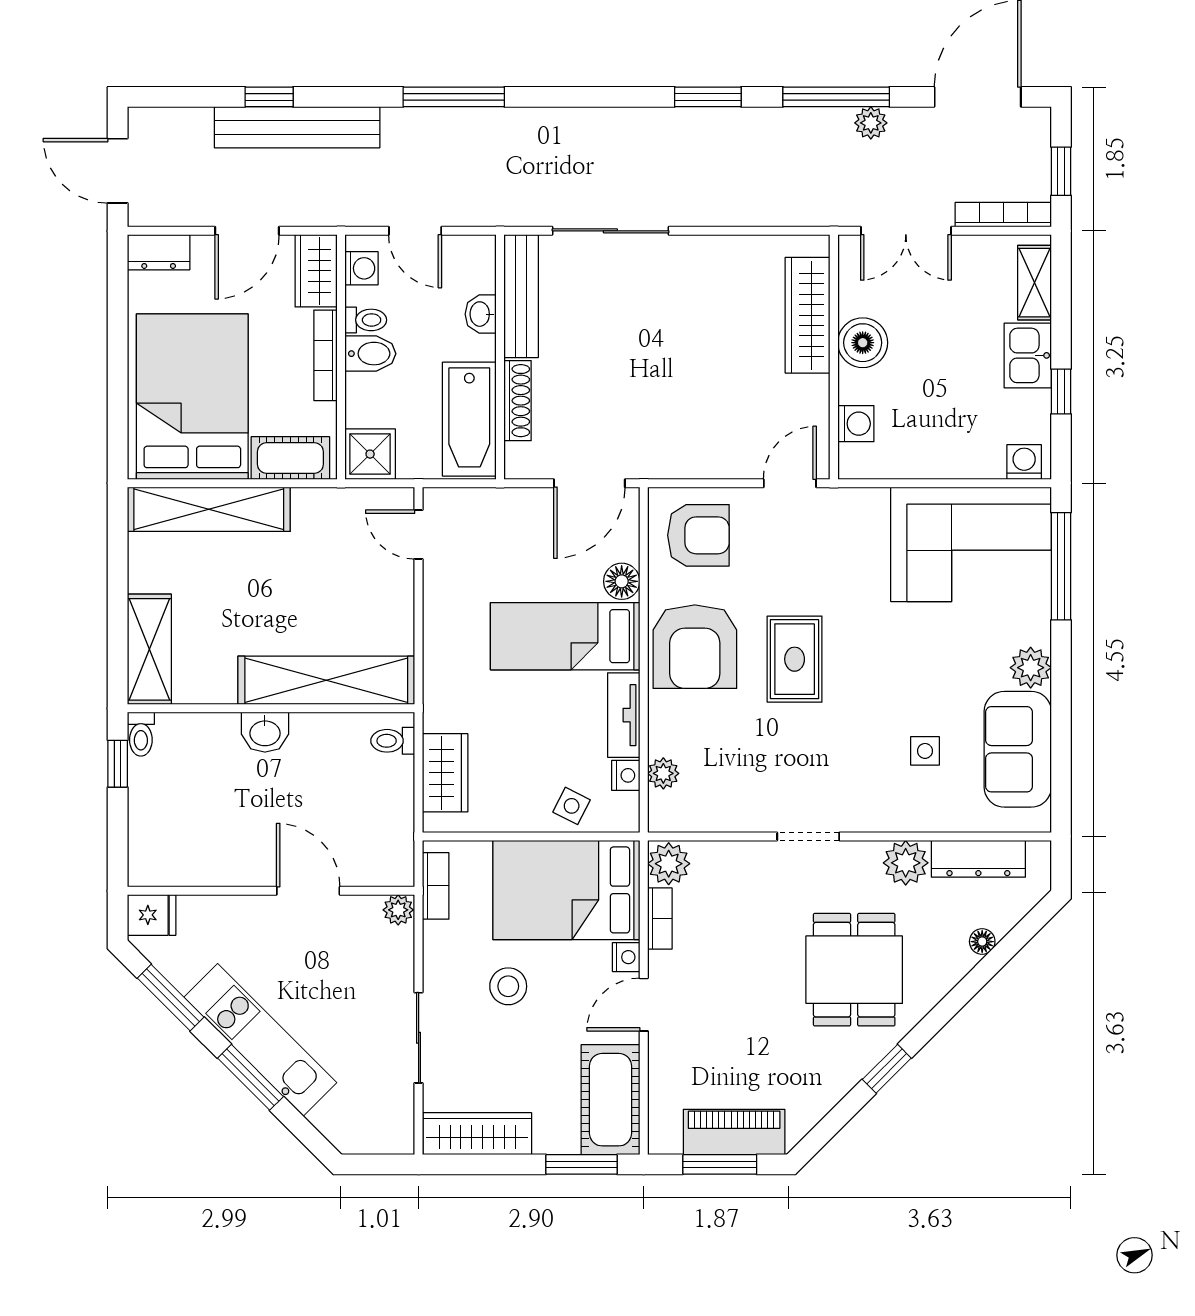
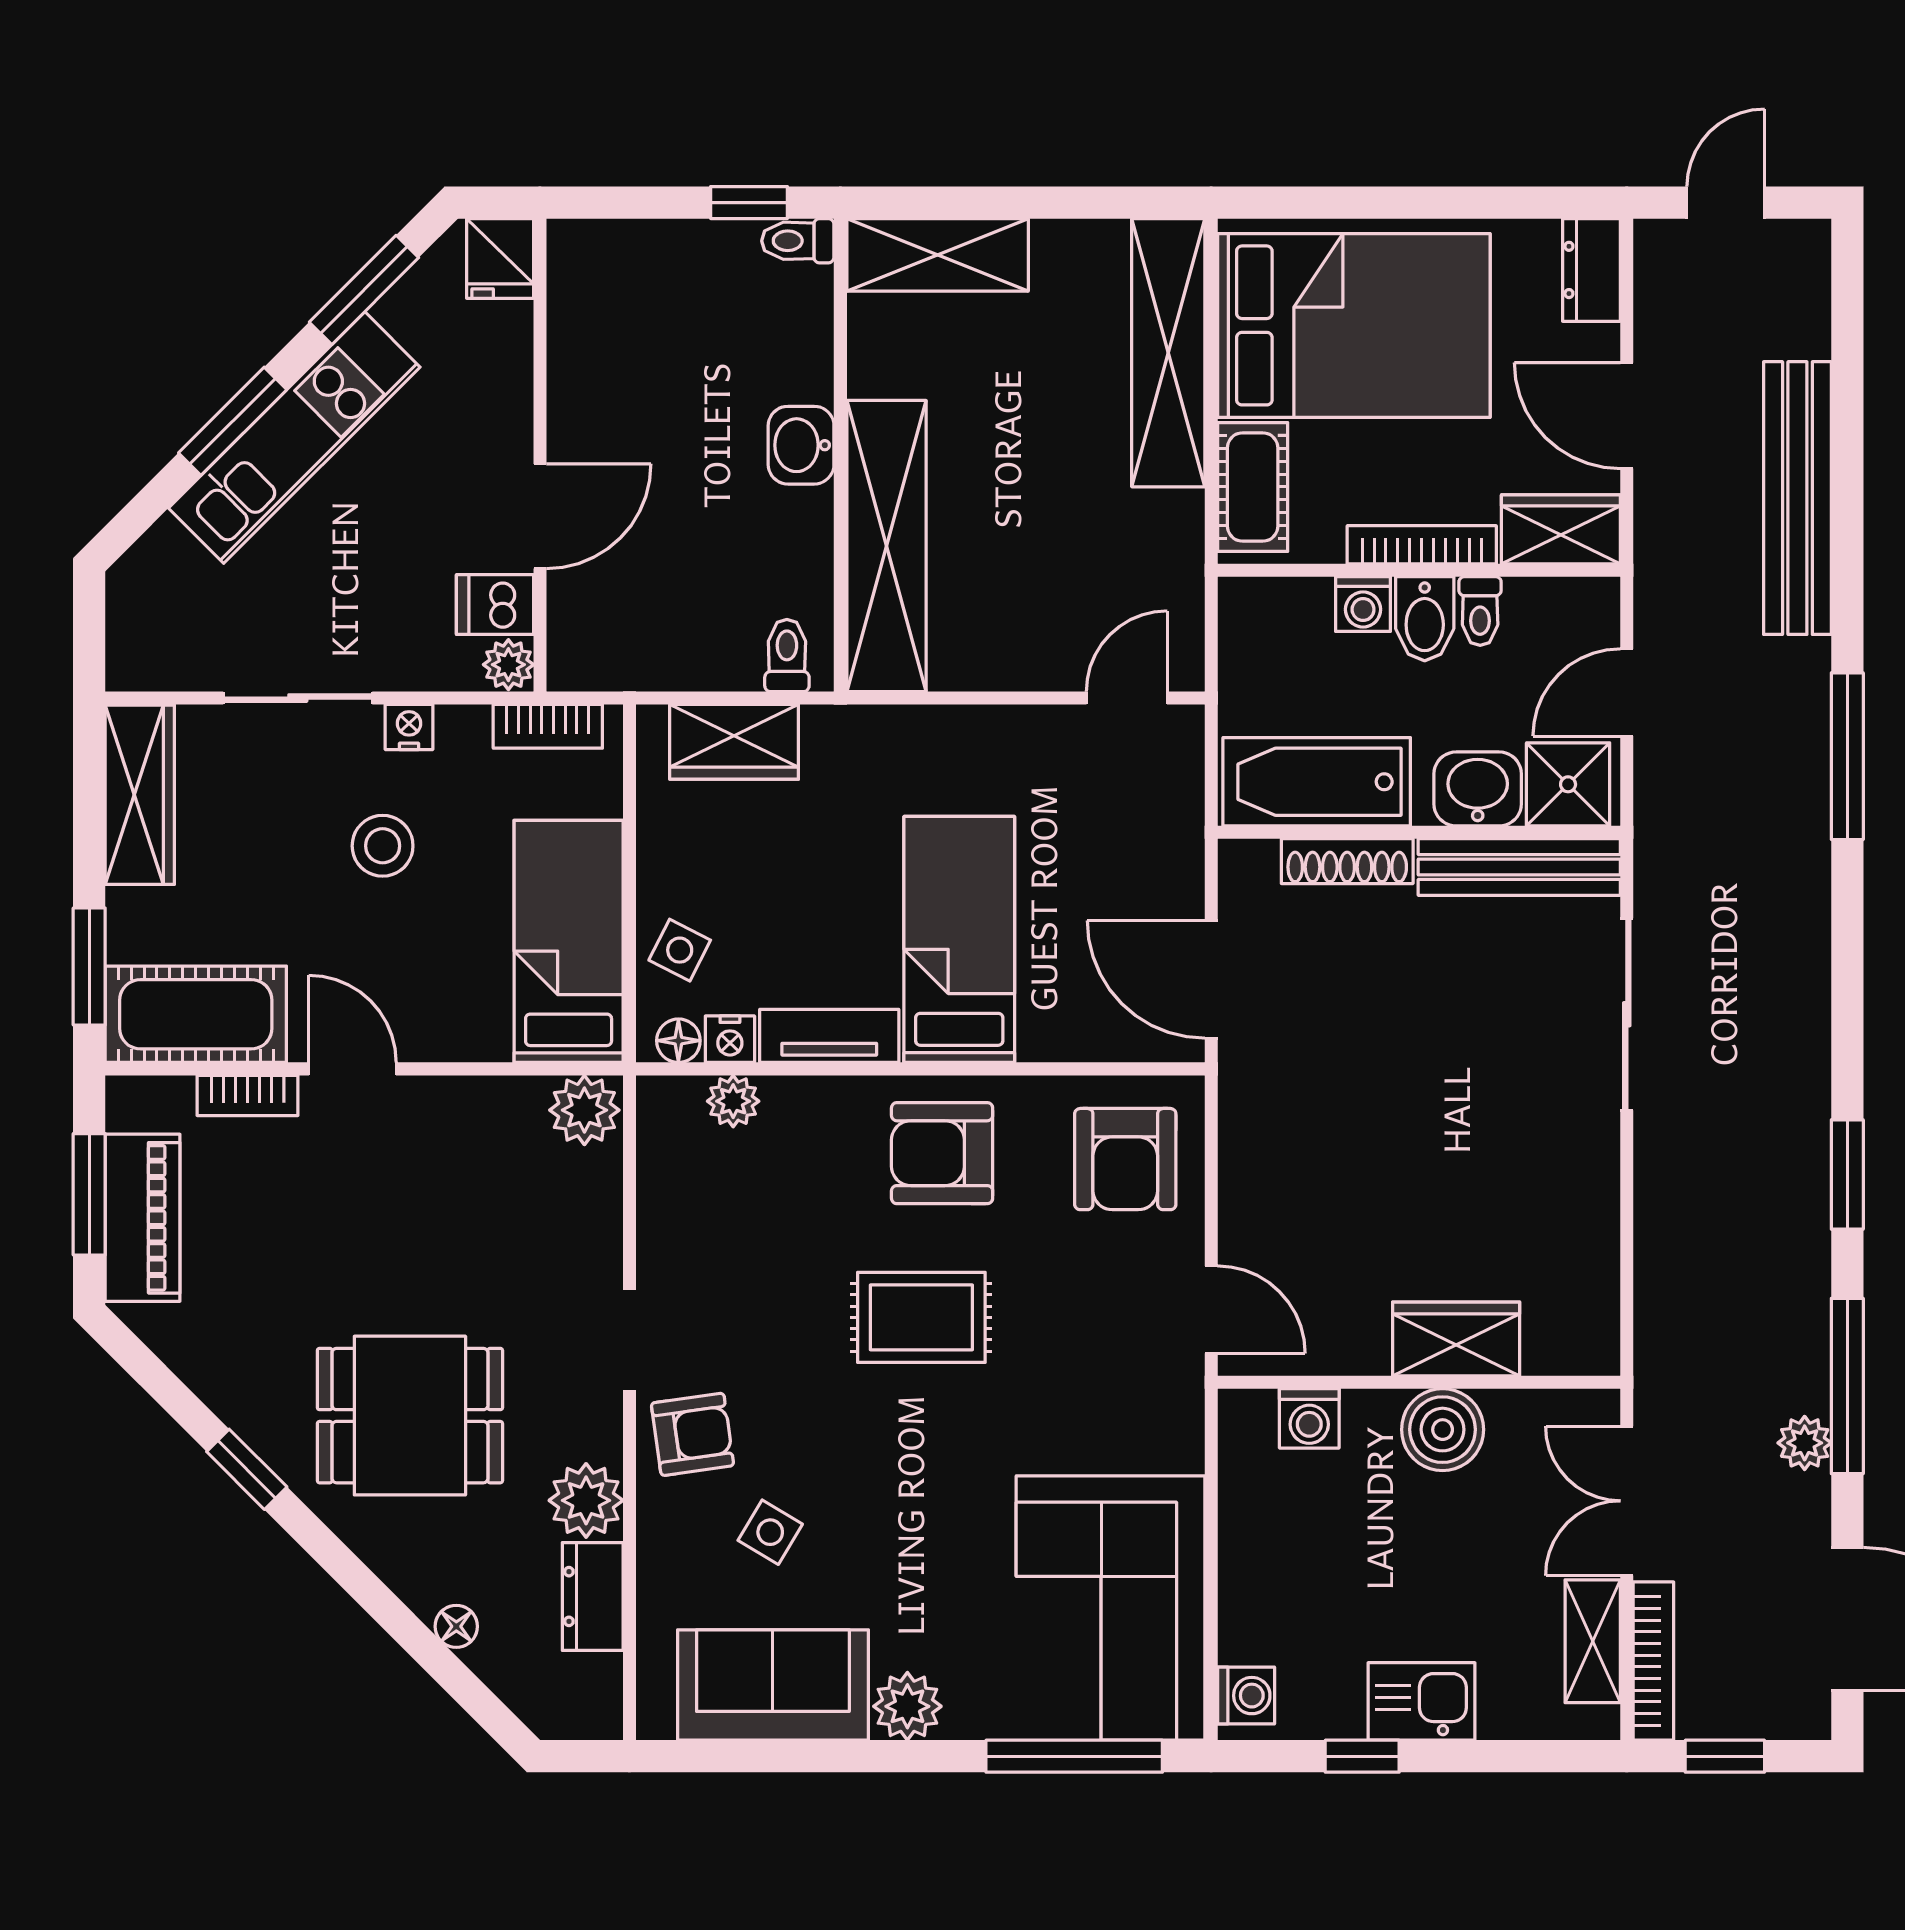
window: (269, 97) -> (1847, 452), removed
door: (118, 171) -> (1726, 203), width x0.73
washing machine: (361, 268) -> (1363, 604), moved
shelving: (1034, 283) -> (1593, 1641), moved, turned 90
washbasin: (481, 314) -> (1478, 789), width x1.38, depth x1.45
wardrobe: (808, 315) -> (1456, 1339), width x0.67
shower: (370, 454) -> (1568, 784), moved
floor lamp: (622, 581) -> (678, 1041), moved, width x0.73, depth x0.73
armchair: (695, 647) -> (942, 1153), width x0.73, depth x0.73
side table: (925, 751) -> (770, 1532), turned 31
armchair: (866, 798) -> (692, 1434), added
dresser: (978, 859) -> (593, 1597), width x0.70
bed: (566, 890) -> (569, 941), width x0.67
dishwasher: (362, 918) -> (495, 605), added
bookcase: (660, 919) -> (248, 1095), moved
nightstand: (626, 957) -> (409, 727), moved, turned 180

